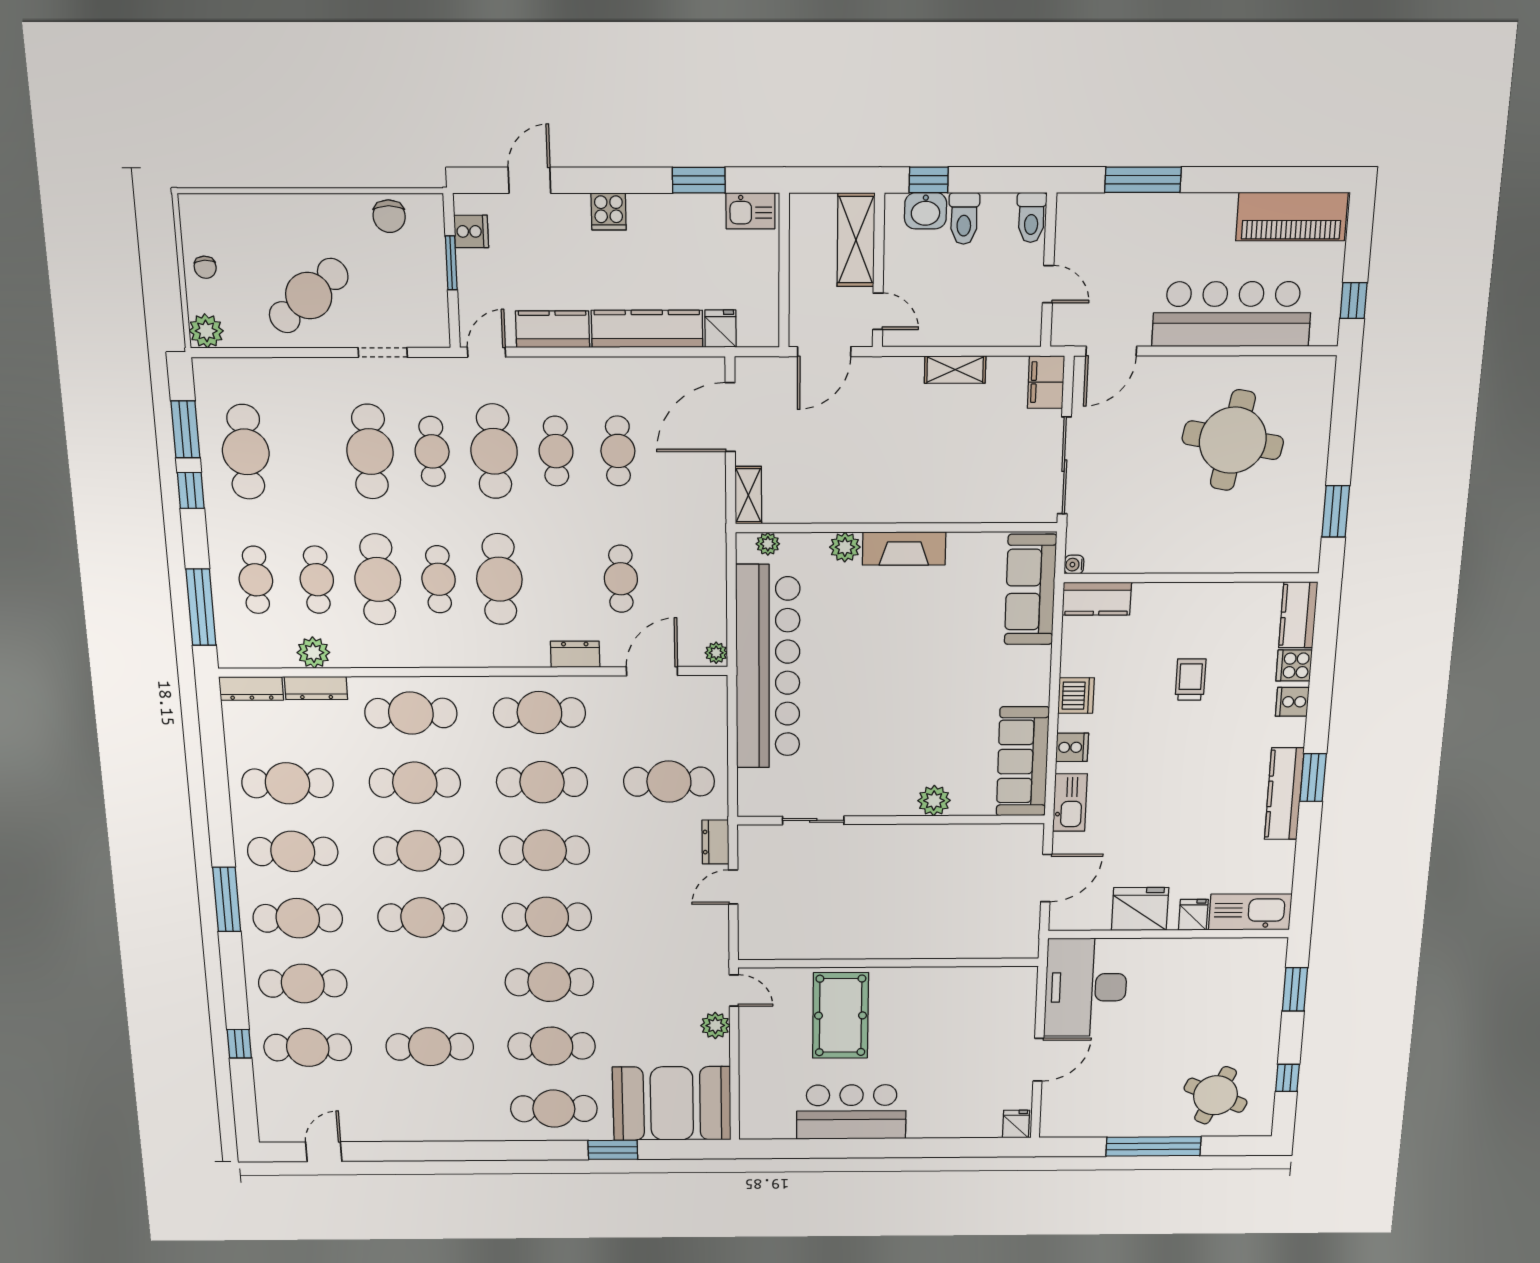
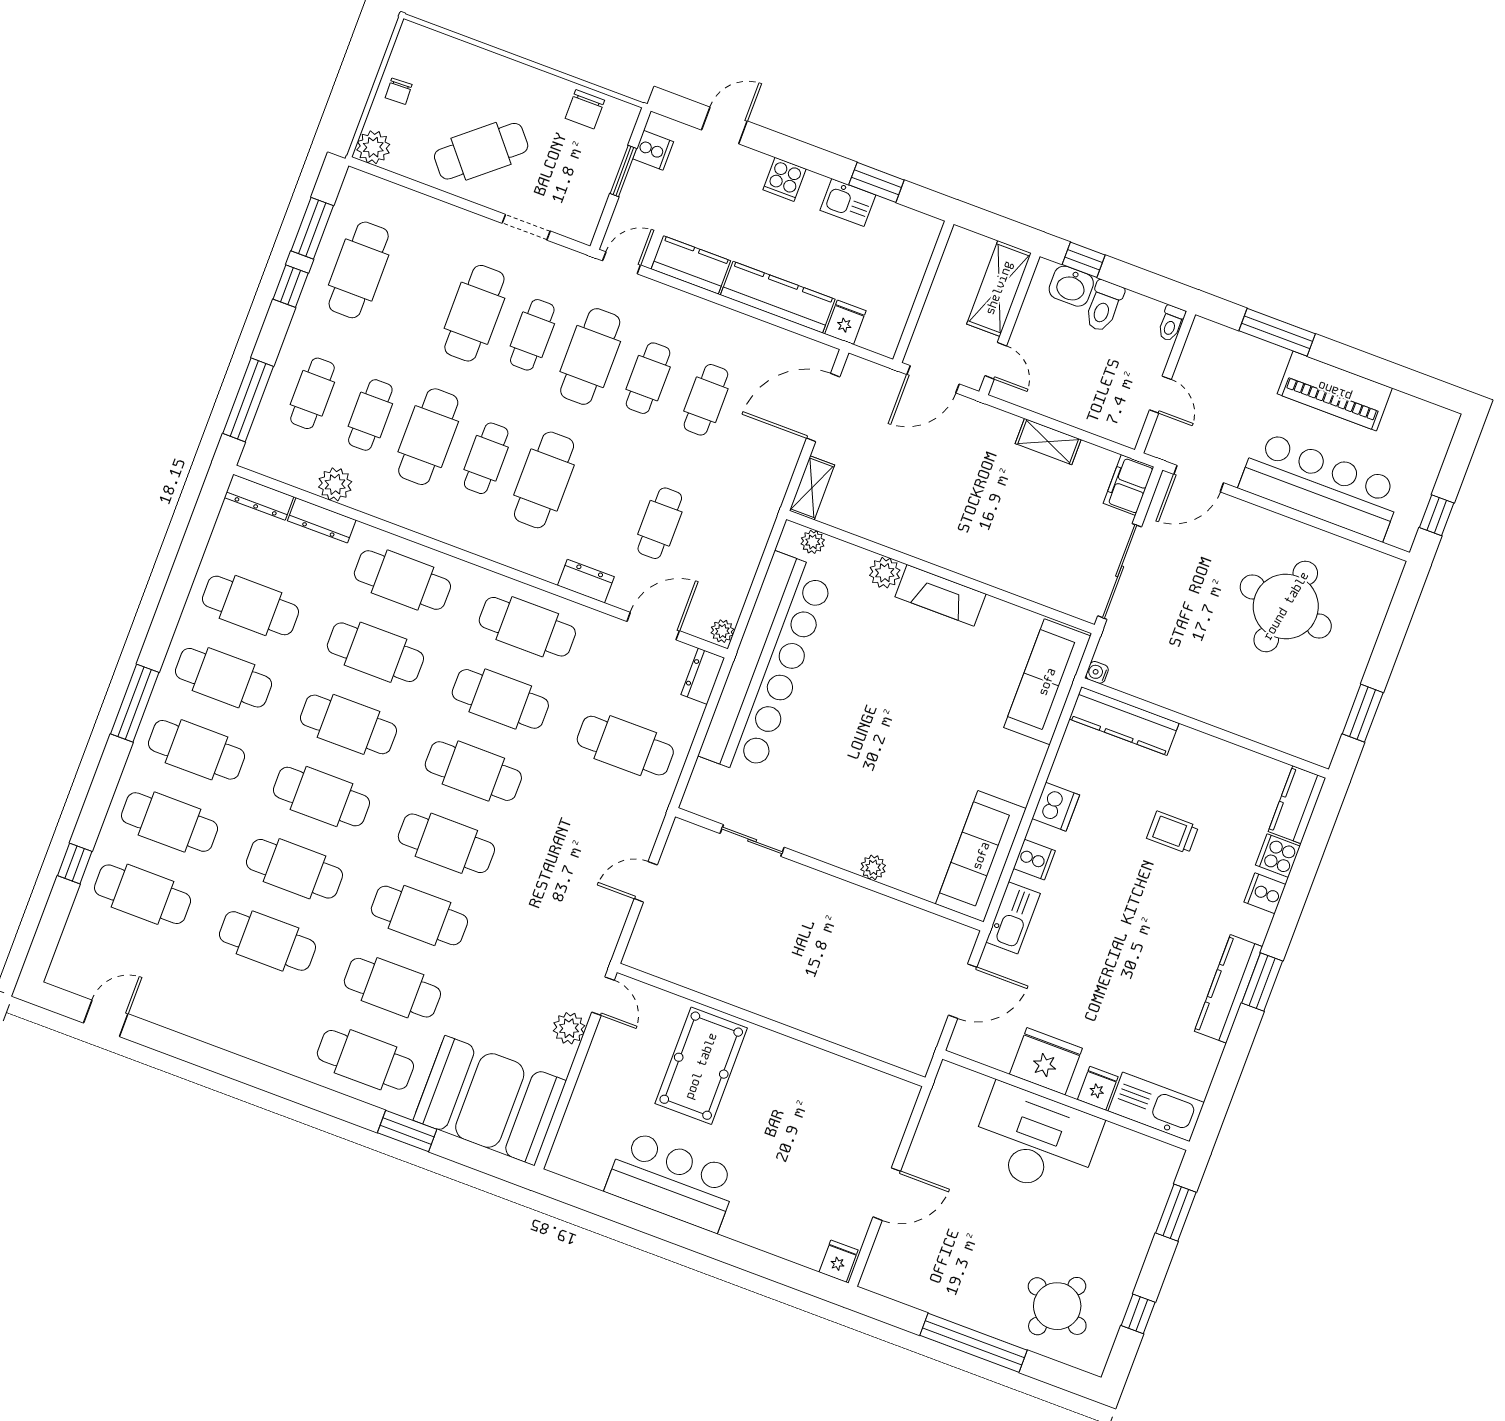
kitchen sink: (750, 211) -> (848, 203), moved
piano: (1292, 217) -> (1335, 391), moved
toilet: (1031, 218) -> (1171, 323), width x0.73, depth x0.72
kitchen counter: (1097, 599) -> (1124, 721), width x1.50
trolley: (1190, 680) -> (1173, 832), turned -90
plant: (934, 801) -> (873, 867), width x0.73, depth x0.73
dresser: (715, 842) -> (703, 676), moved
cafe table: (426, 983) -> (294, 869), added
desk: (1086, 987) -> (1036, 1141), moved, turned 90

